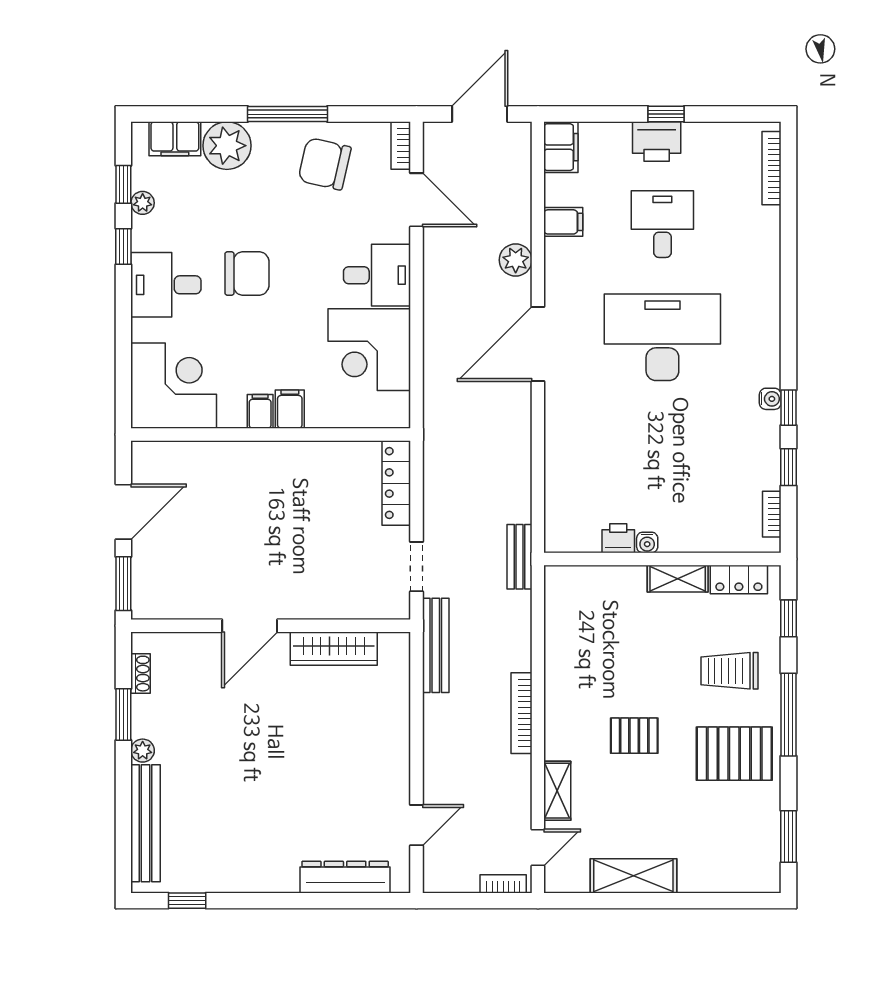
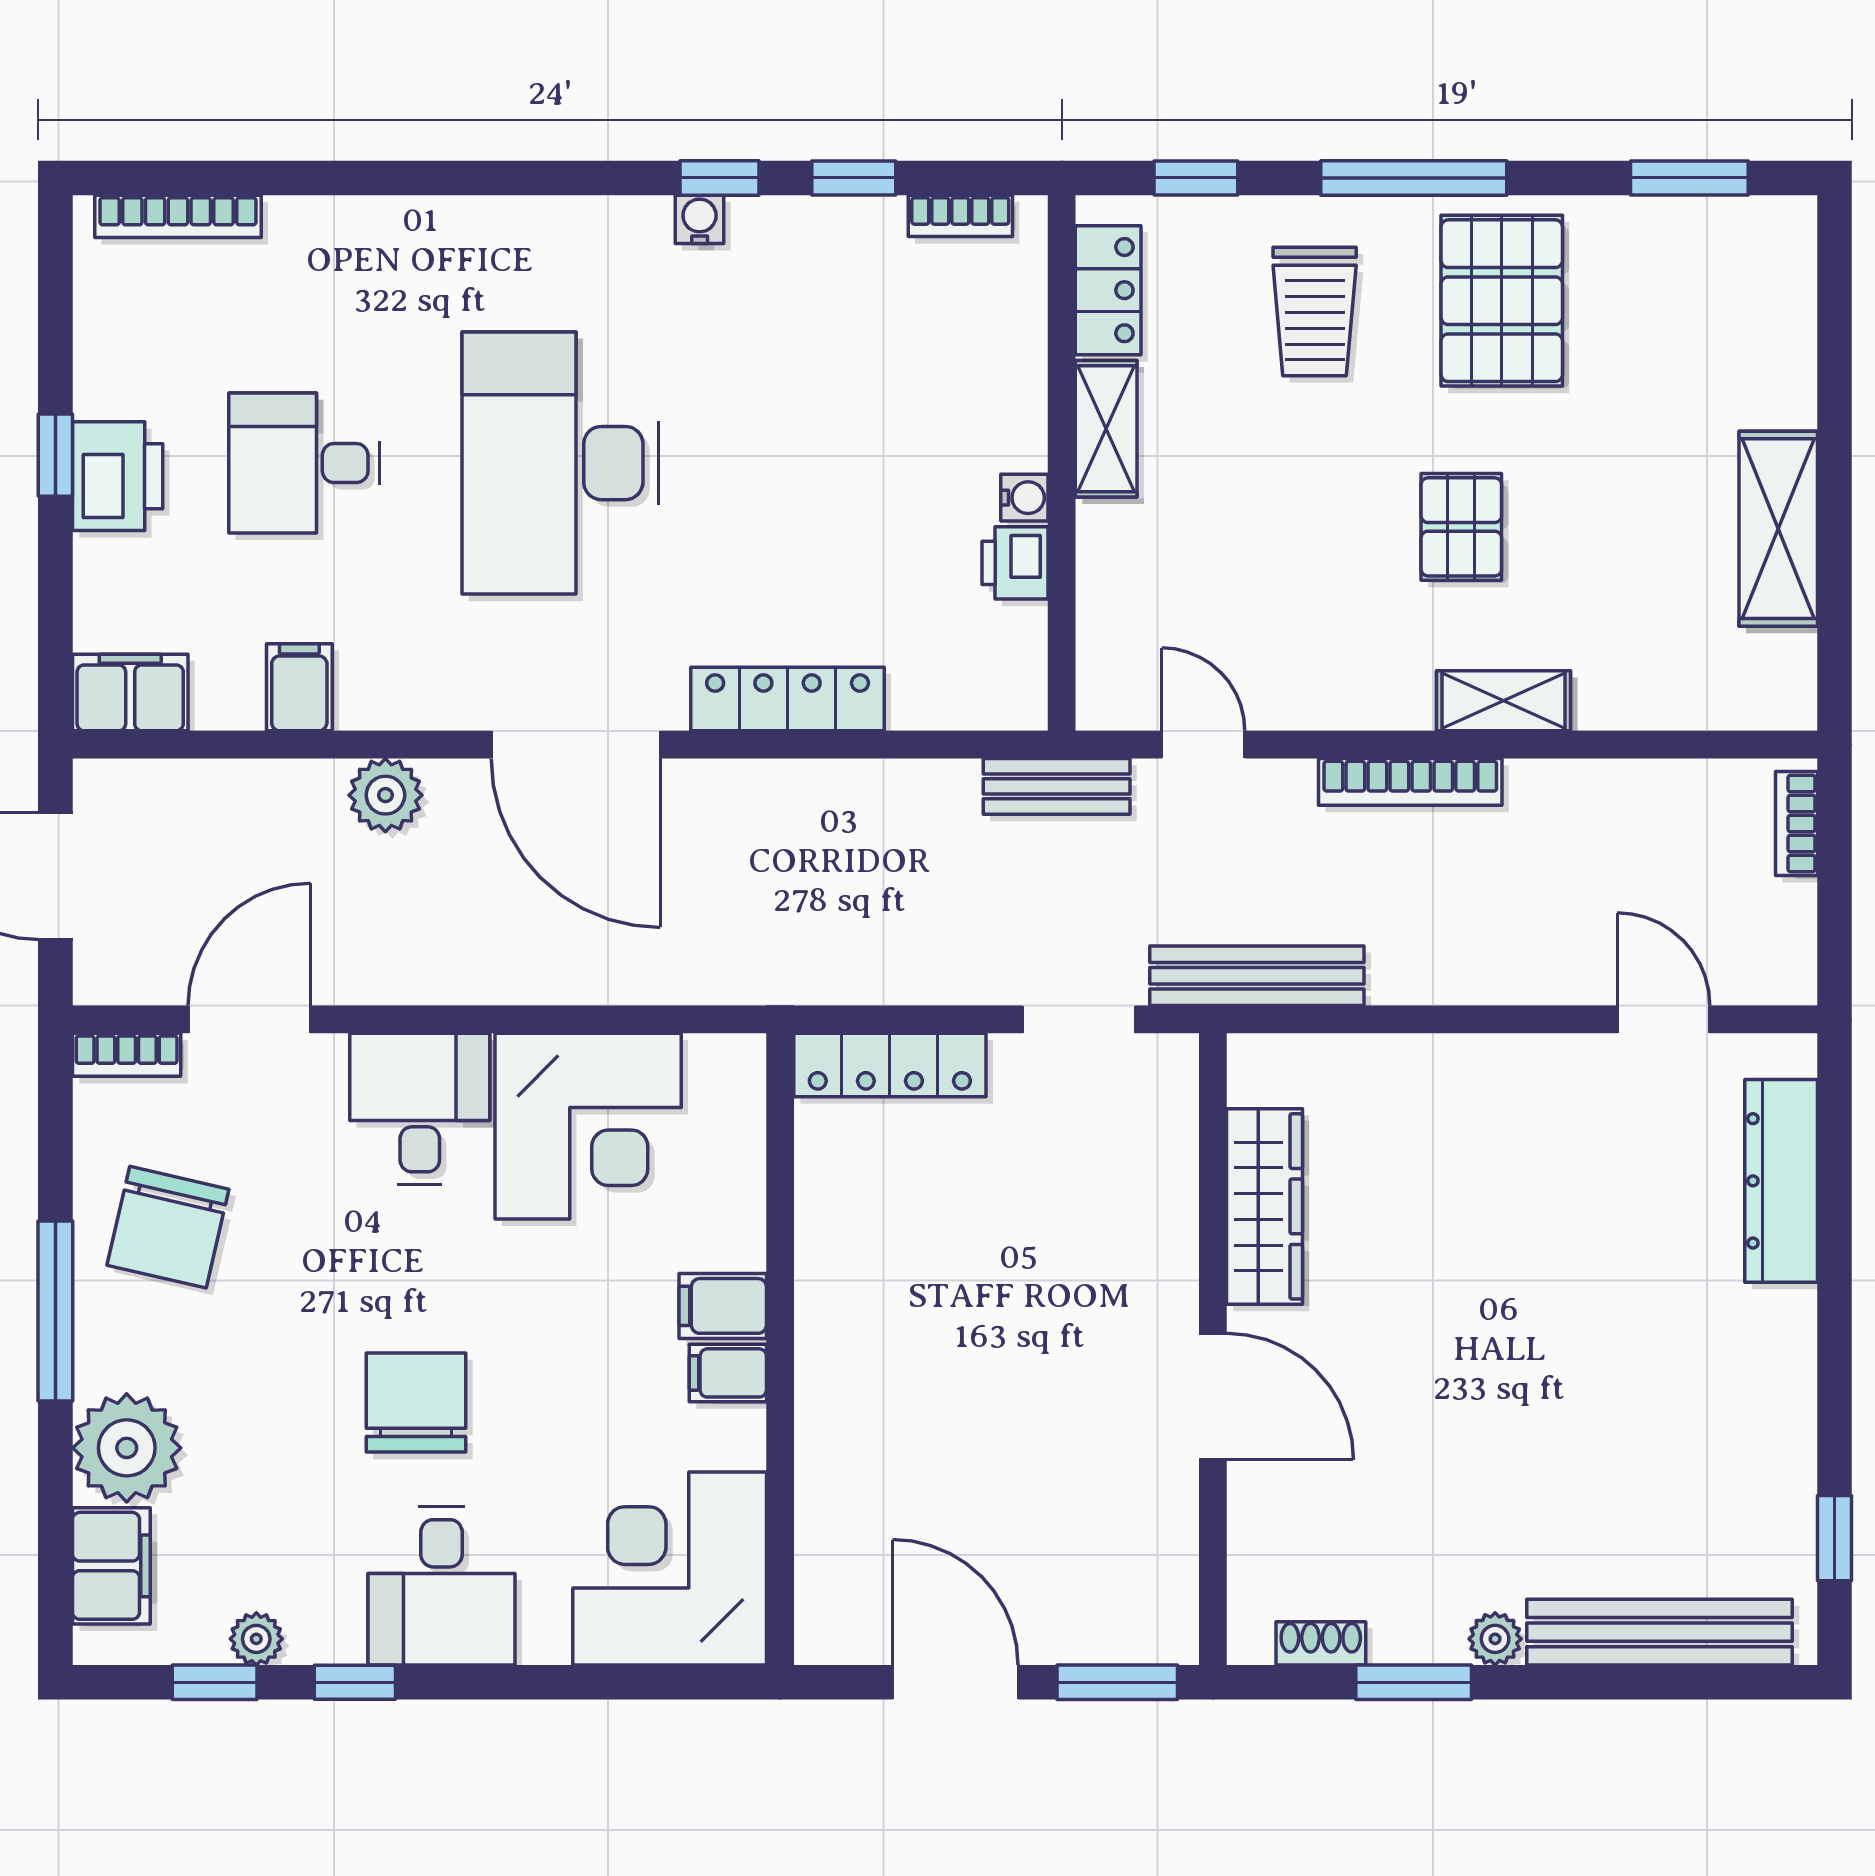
locker: (558, 438) -> (788, 699), added
shelving: (557, 791) -> (1503, 701), moved
door: (538, 847) -> (1203, 745), moved

